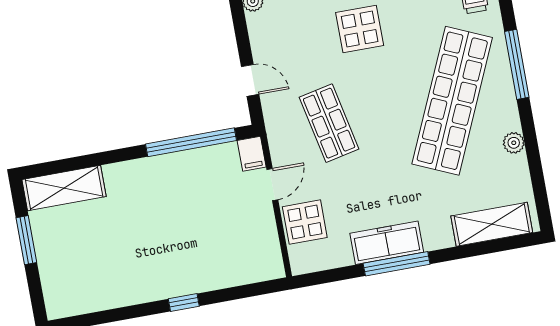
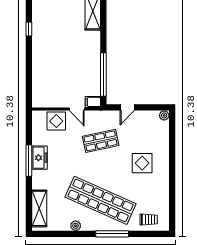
freezer: (387, 243) -> (40, 158), width x0.71
window: (184, 302) -> (29, 29), moved

